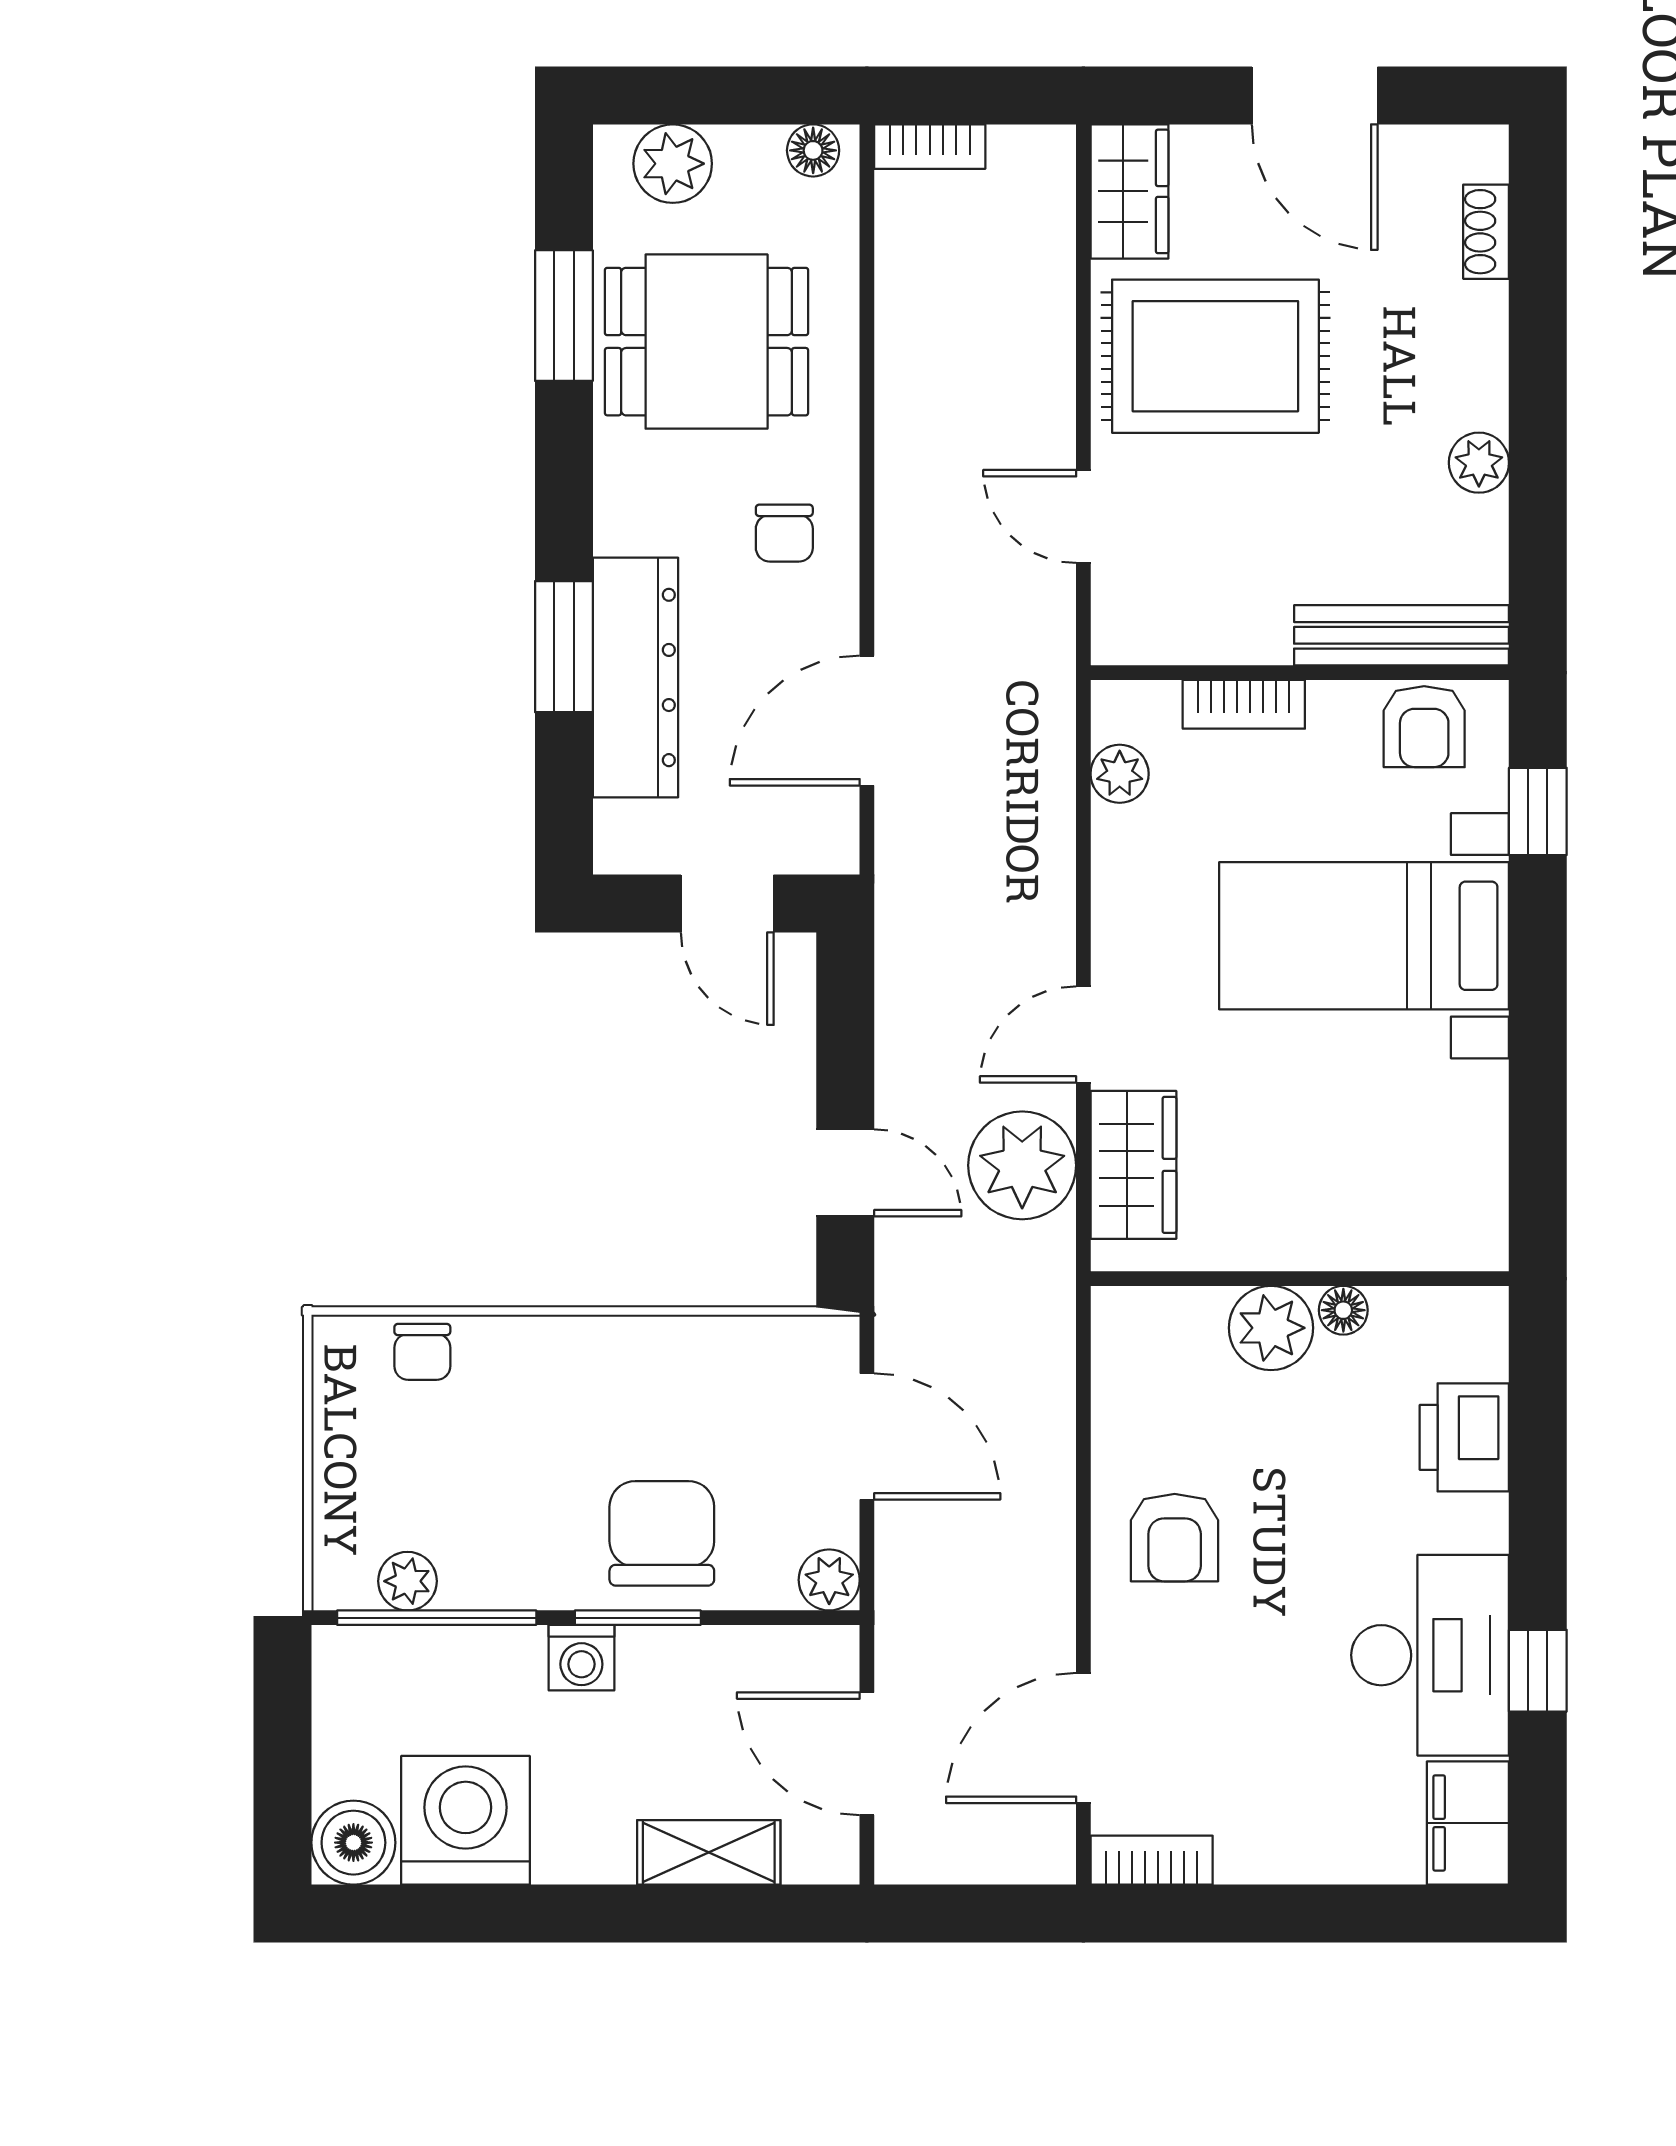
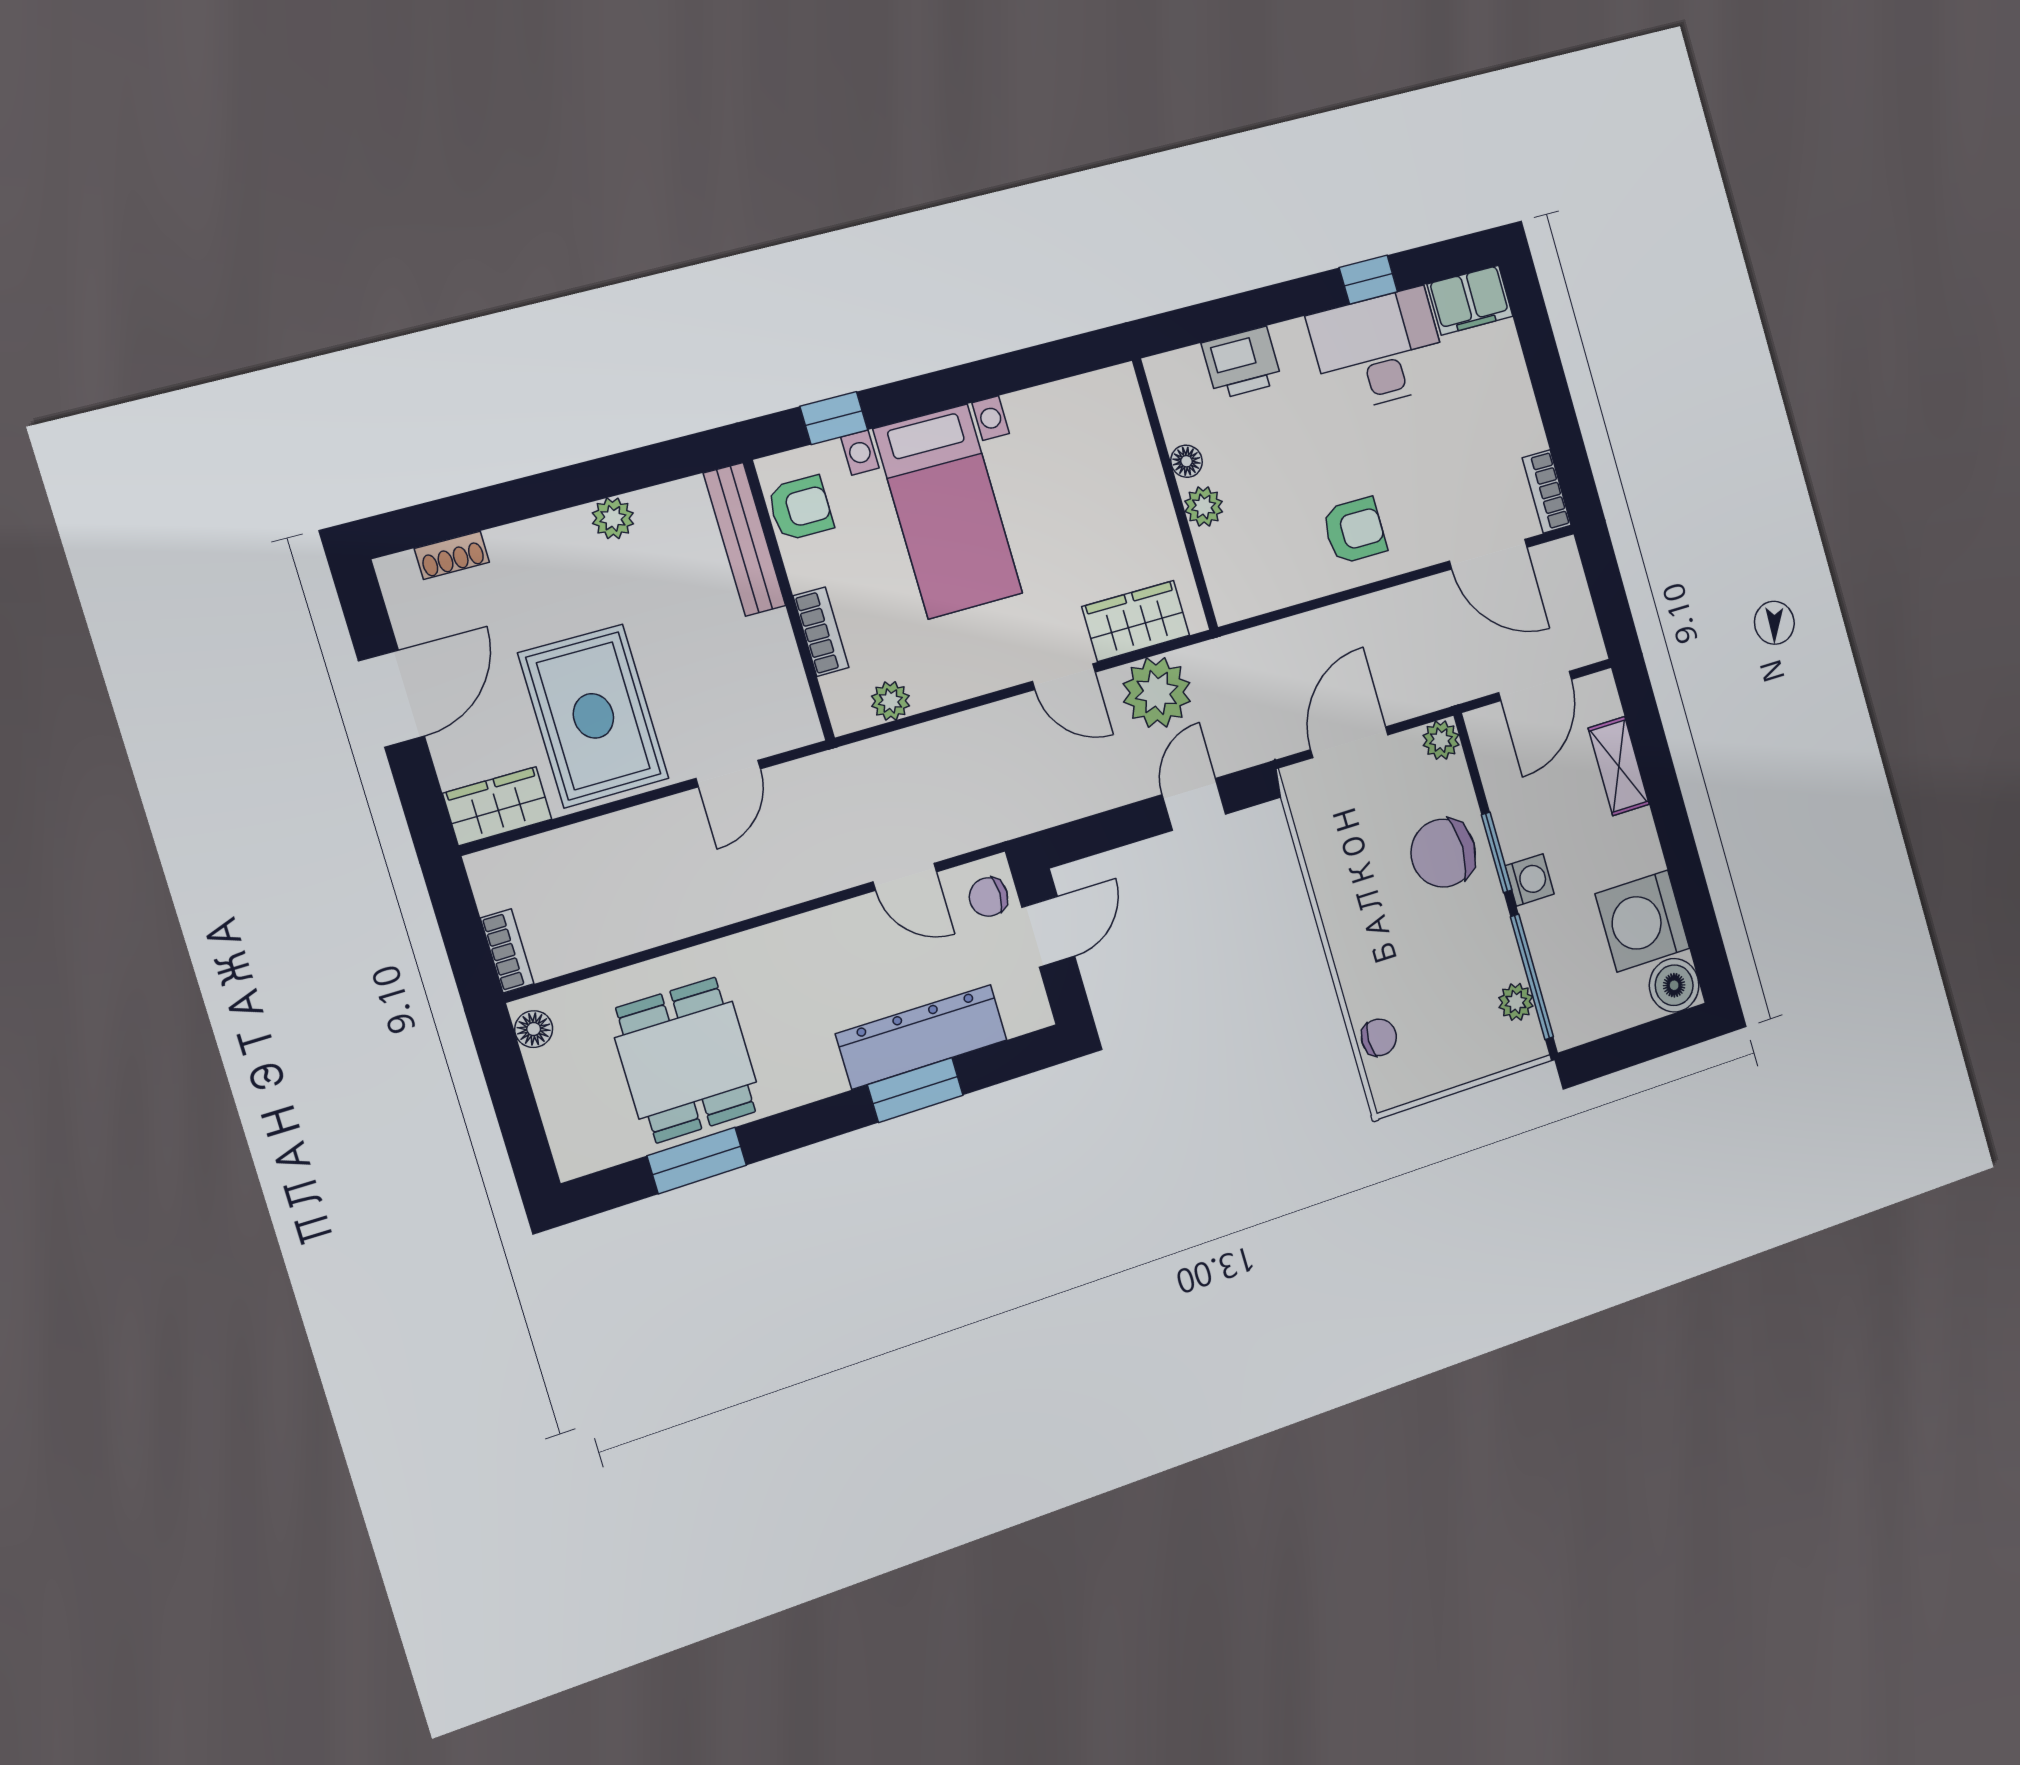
plant: (673, 164) -> (571, 1121), removed
chair: (784, 533) -> (988, 897), moved, turned 180
door: (867, 721) -> (905, 877), width x0.73
plant: (1271, 1328) -> (1204, 506), width x0.73, depth x0.73

